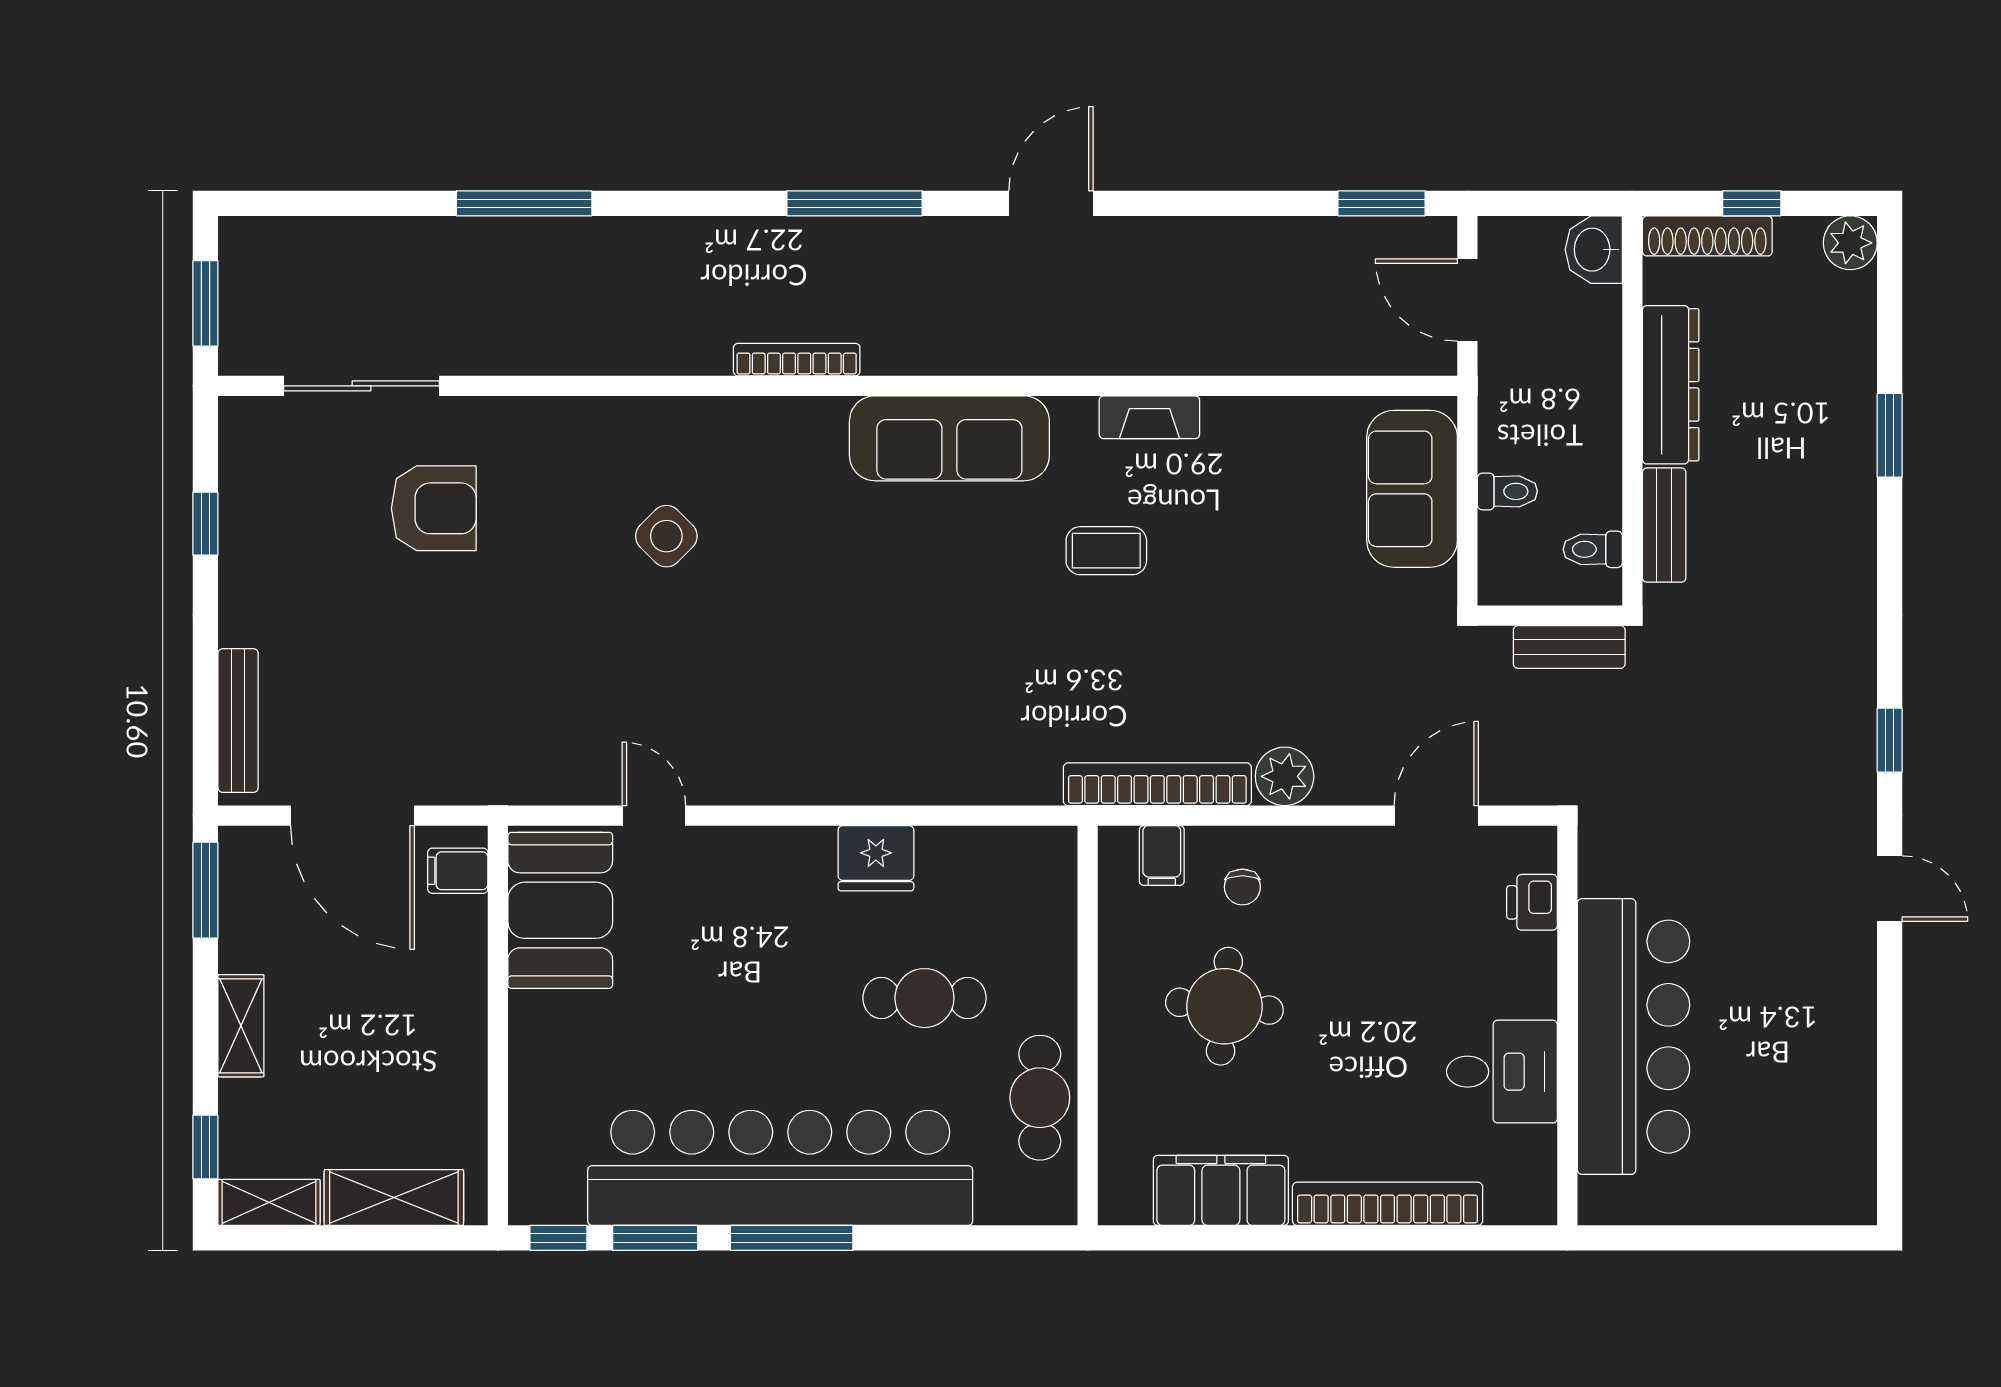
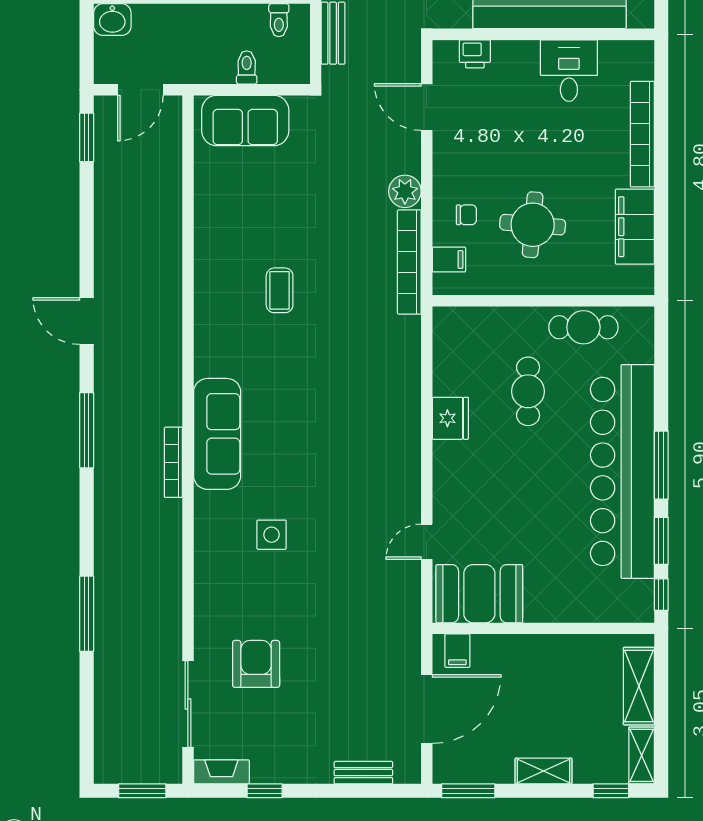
fireplace: (1149, 417) -> (221, 772), moved, turned -90
sofa: (949, 438) -> (217, 434), moved
side table: (666, 536) -> (272, 535), turned 45
bench: (238, 721) -> (363, 773), width x0.73

